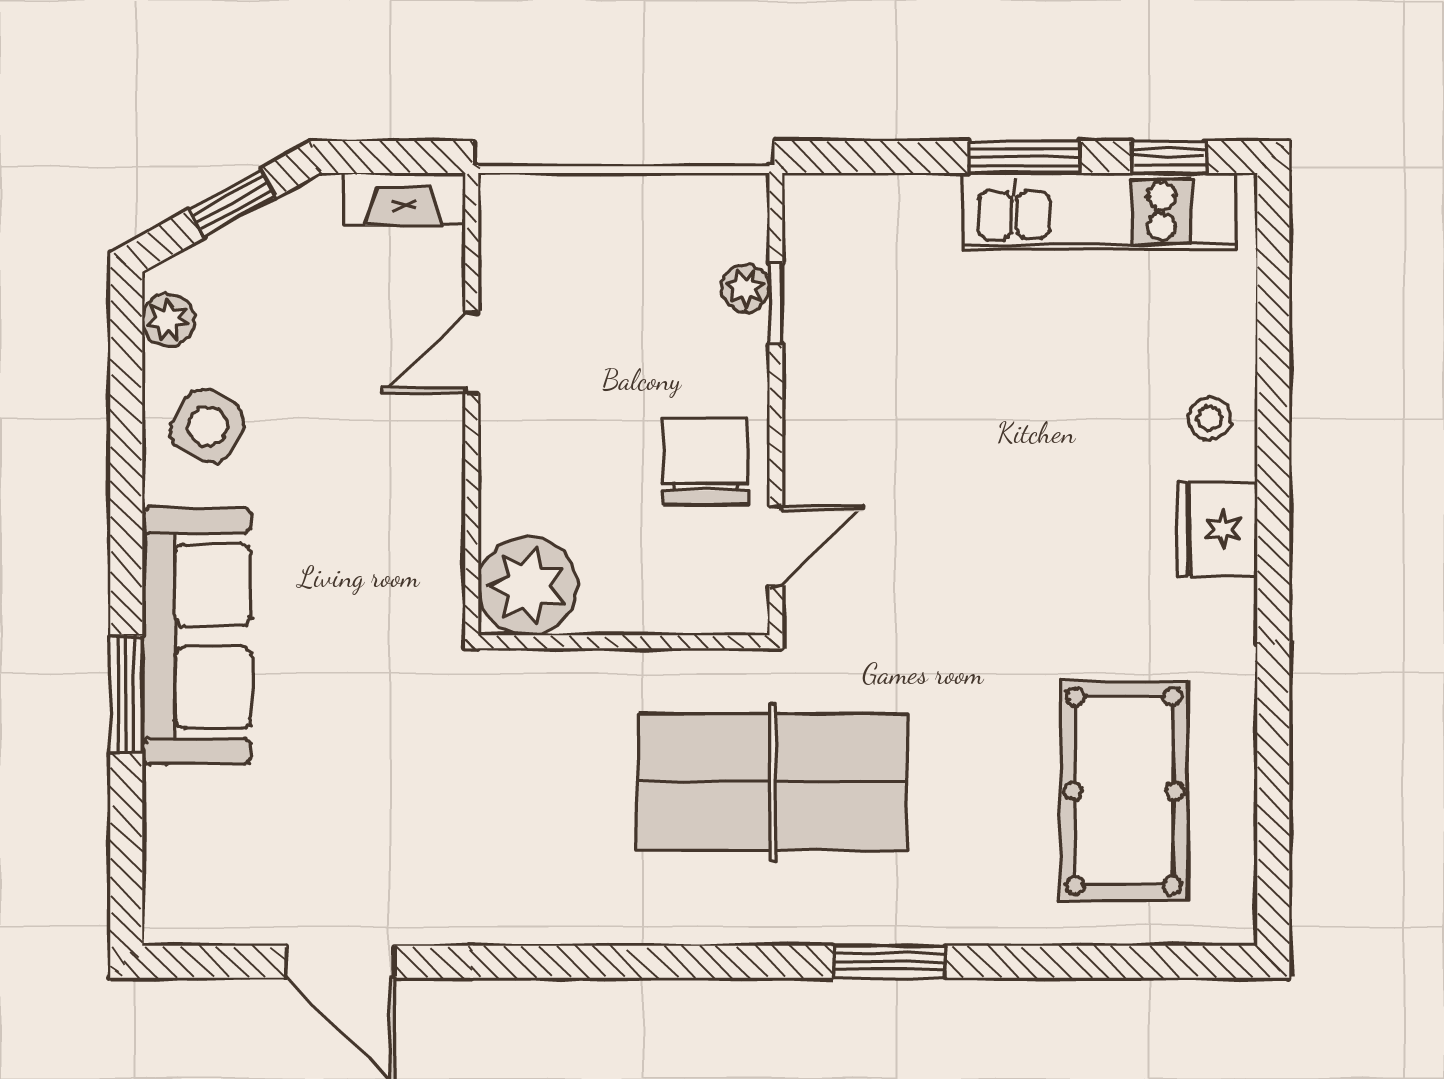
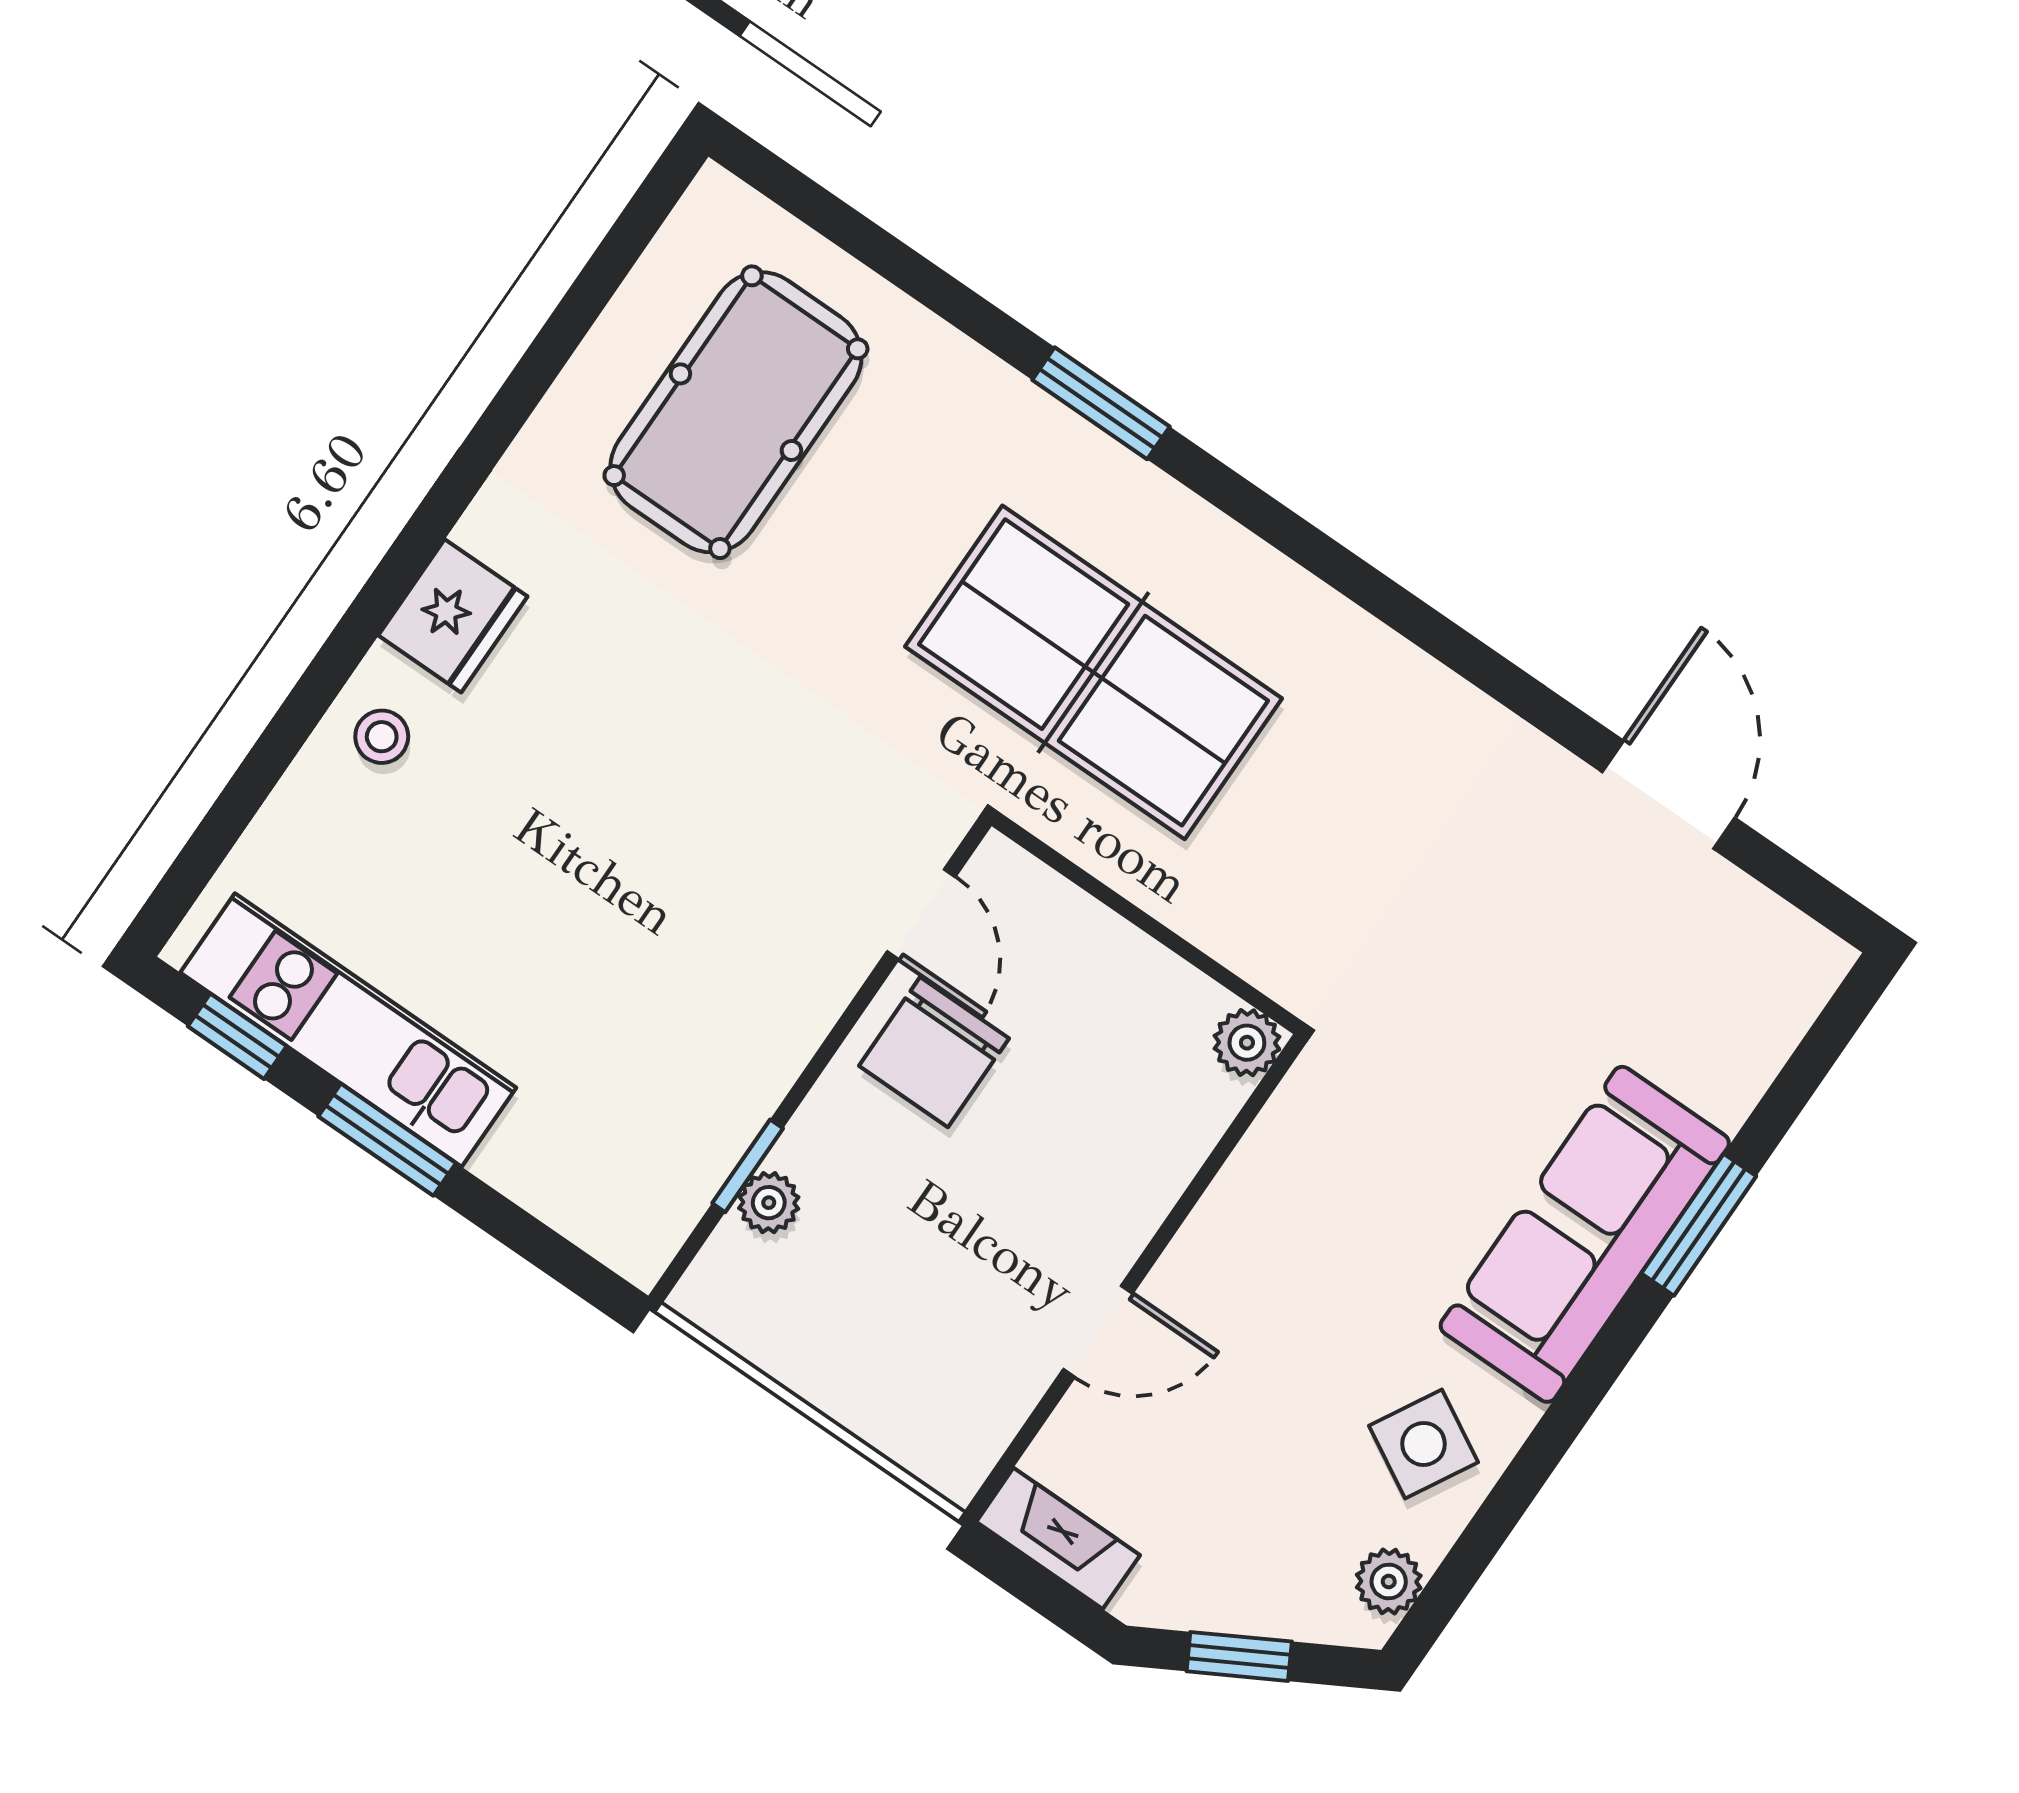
door: (776, 546) -> (921, 914), swing flipped
plant: (528, 586) -> (1247, 1043), width x0.53, depth x0.53

